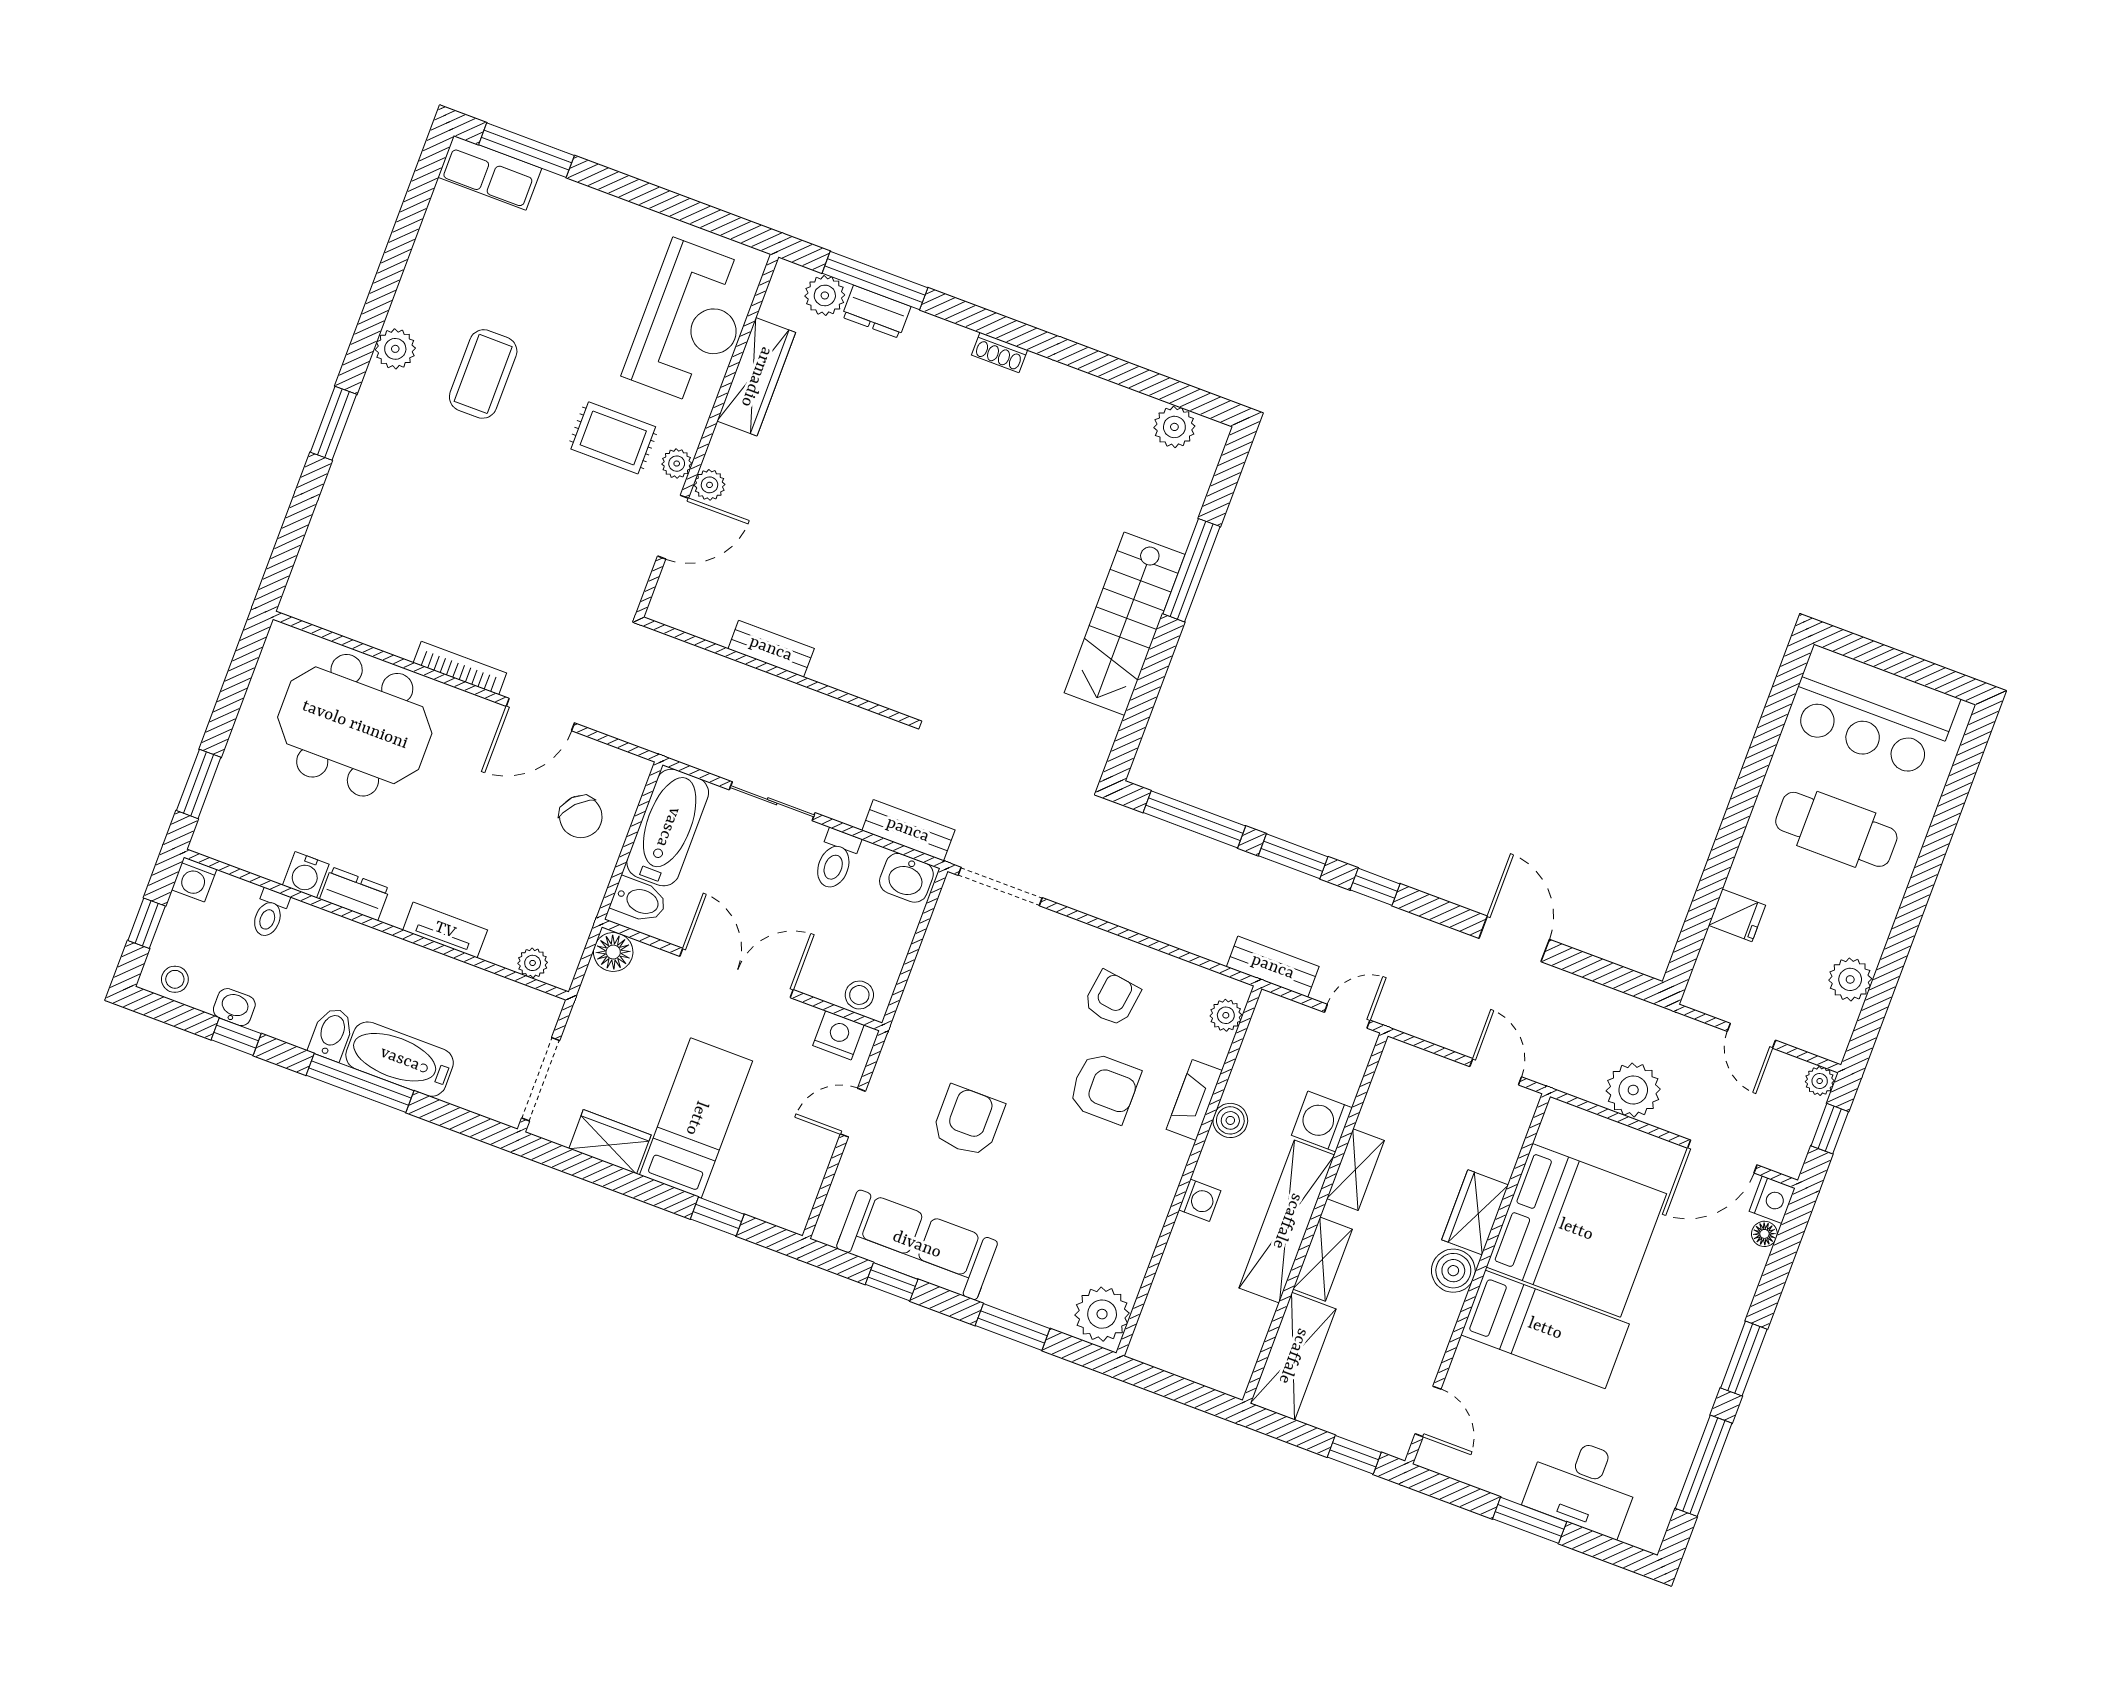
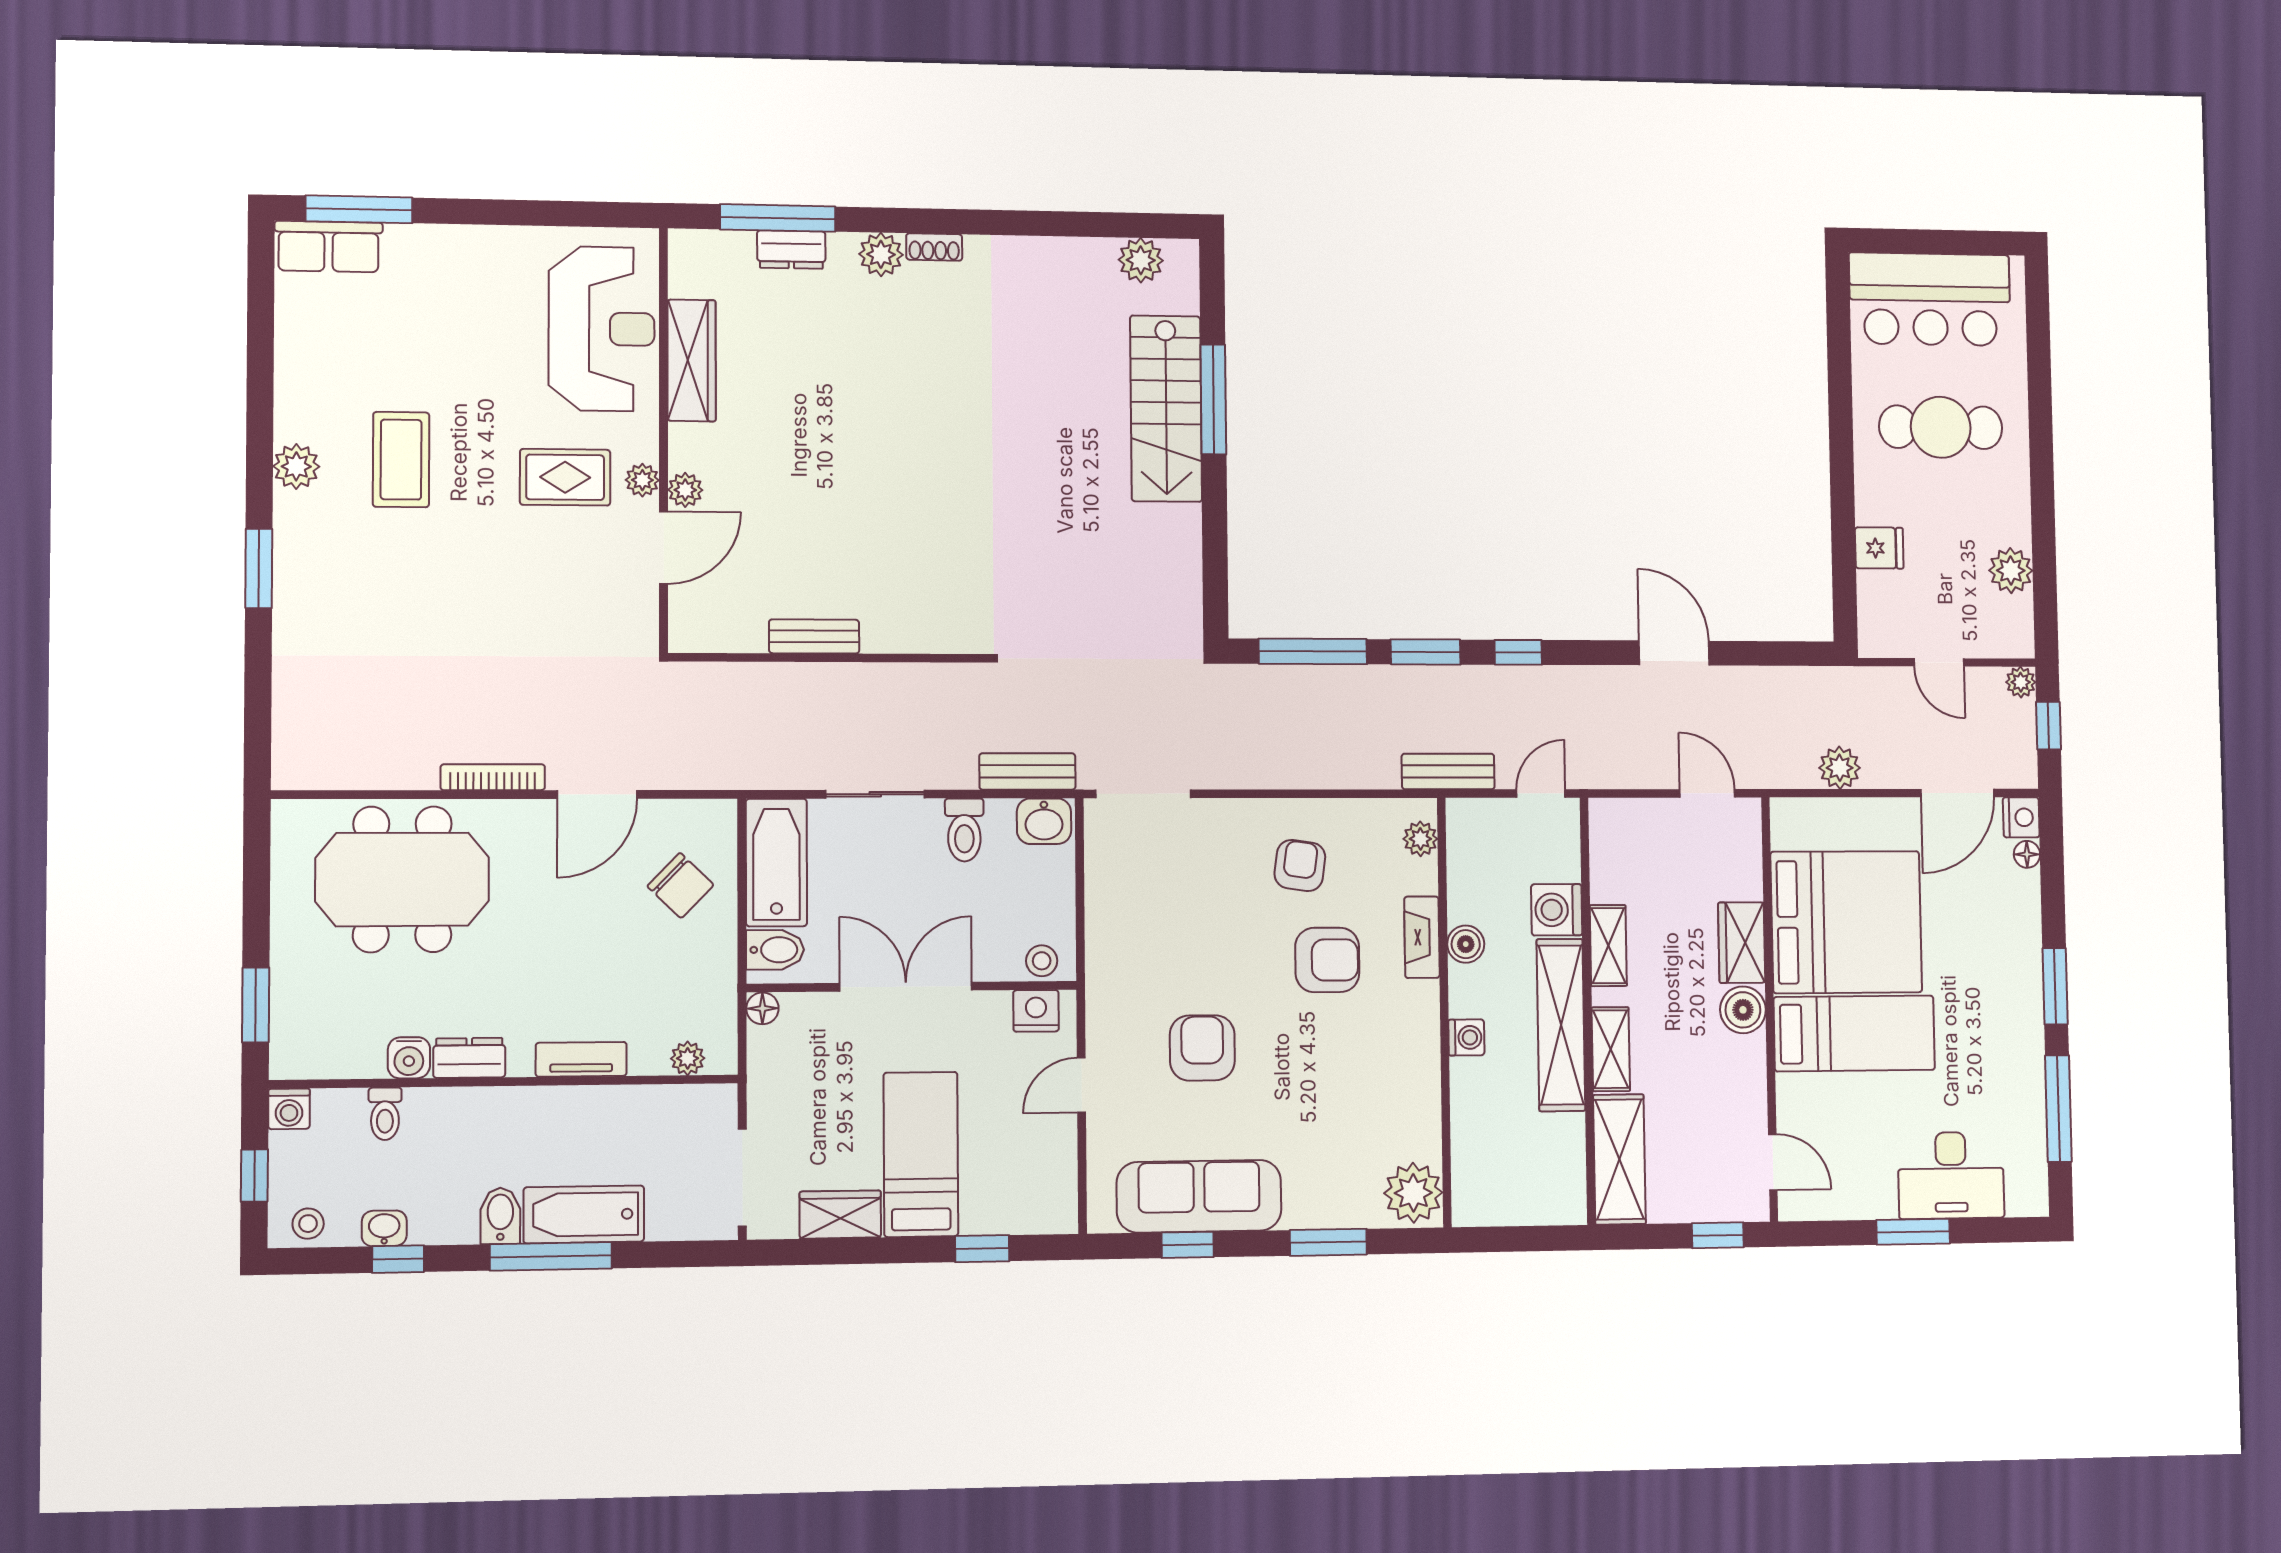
plant: (825, 295) -> (881, 254), moved
stairs: (1125, 624) -> (1166, 409), moved
floor lamp: (613, 952) -> (762, 1008), width x0.73, depth x0.73
plant: (1633, 1090) -> (1840, 768), width x0.73, depth x0.73

